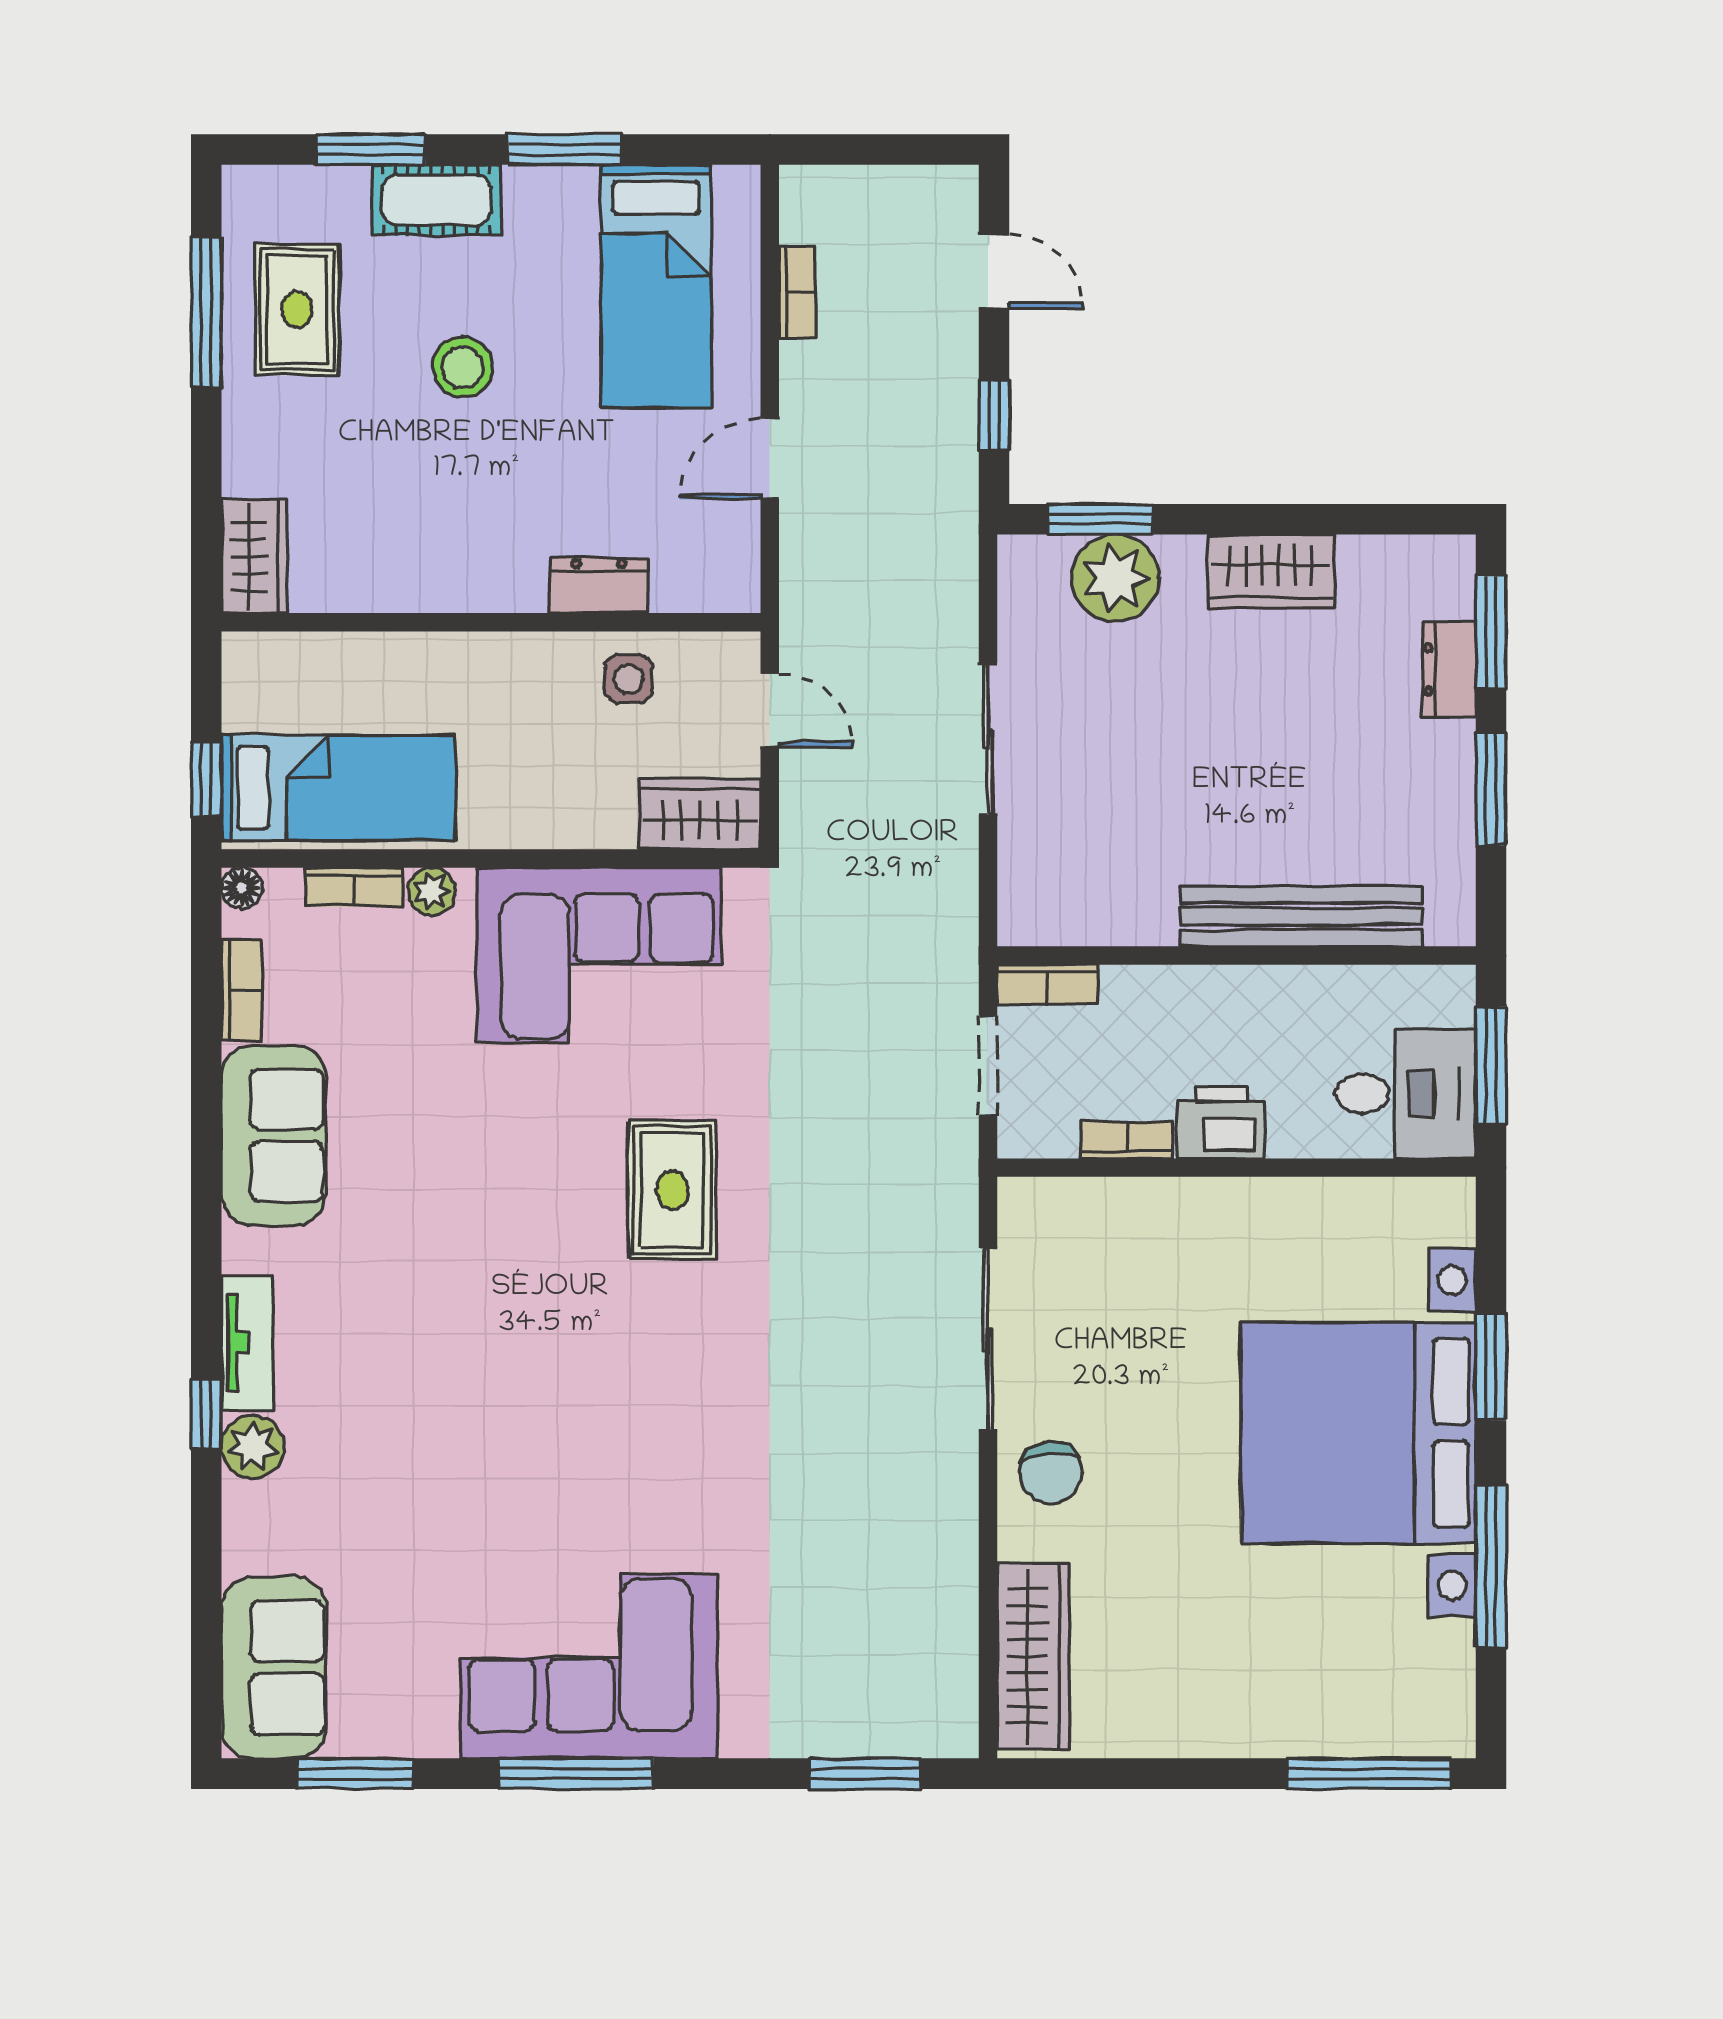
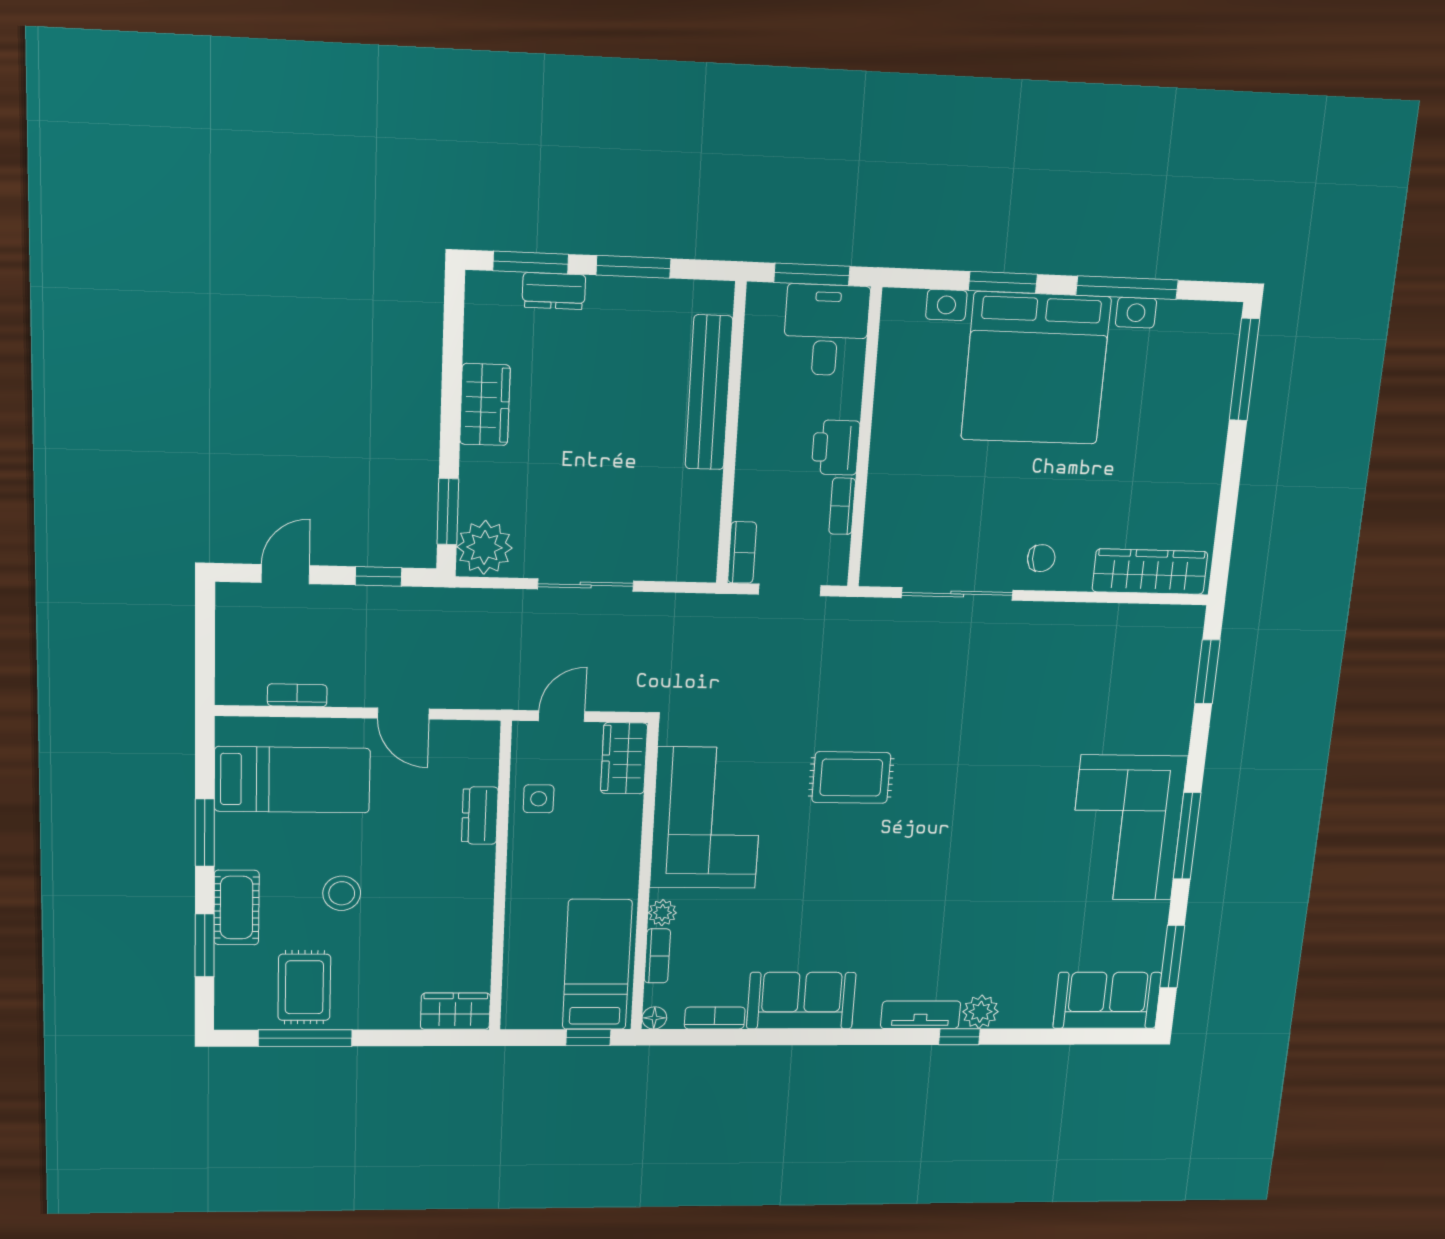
rug: (297, 310) -> (304, 987), turned 90
plant: (1115, 578) -> (485, 547), moved
chair: (1051, 1473) -> (1041, 558), width x0.73, depth x0.73

